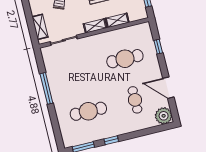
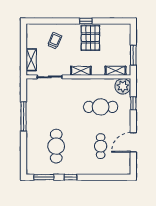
shelving: (117, 20) -> (116, 71), moved
door: (168, 88) -> (133, 142), hinge flipped
cafe table: (88, 111) -> (56, 146), turned 90
plant: (164, 116) -> (123, 86), moved

